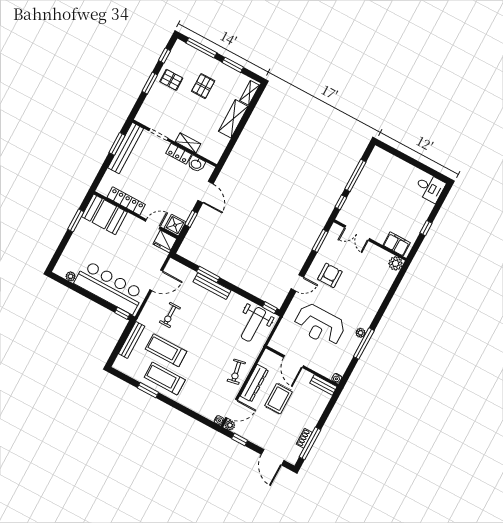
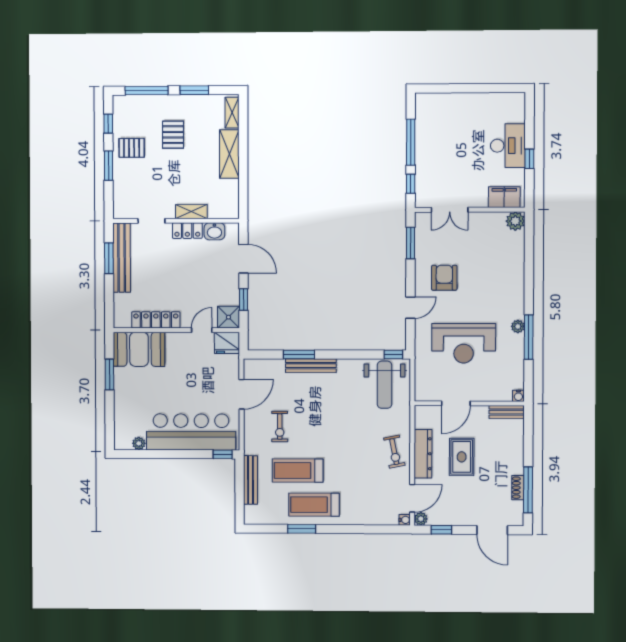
desk: (430, 188) -> (508, 146), moved, width x1.37
door: (293, 362) -> (456, 403), hinge flipped

